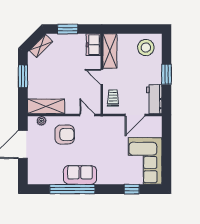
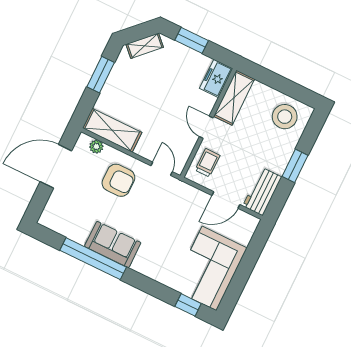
window: (132, 189) -> (188, 305), moved

